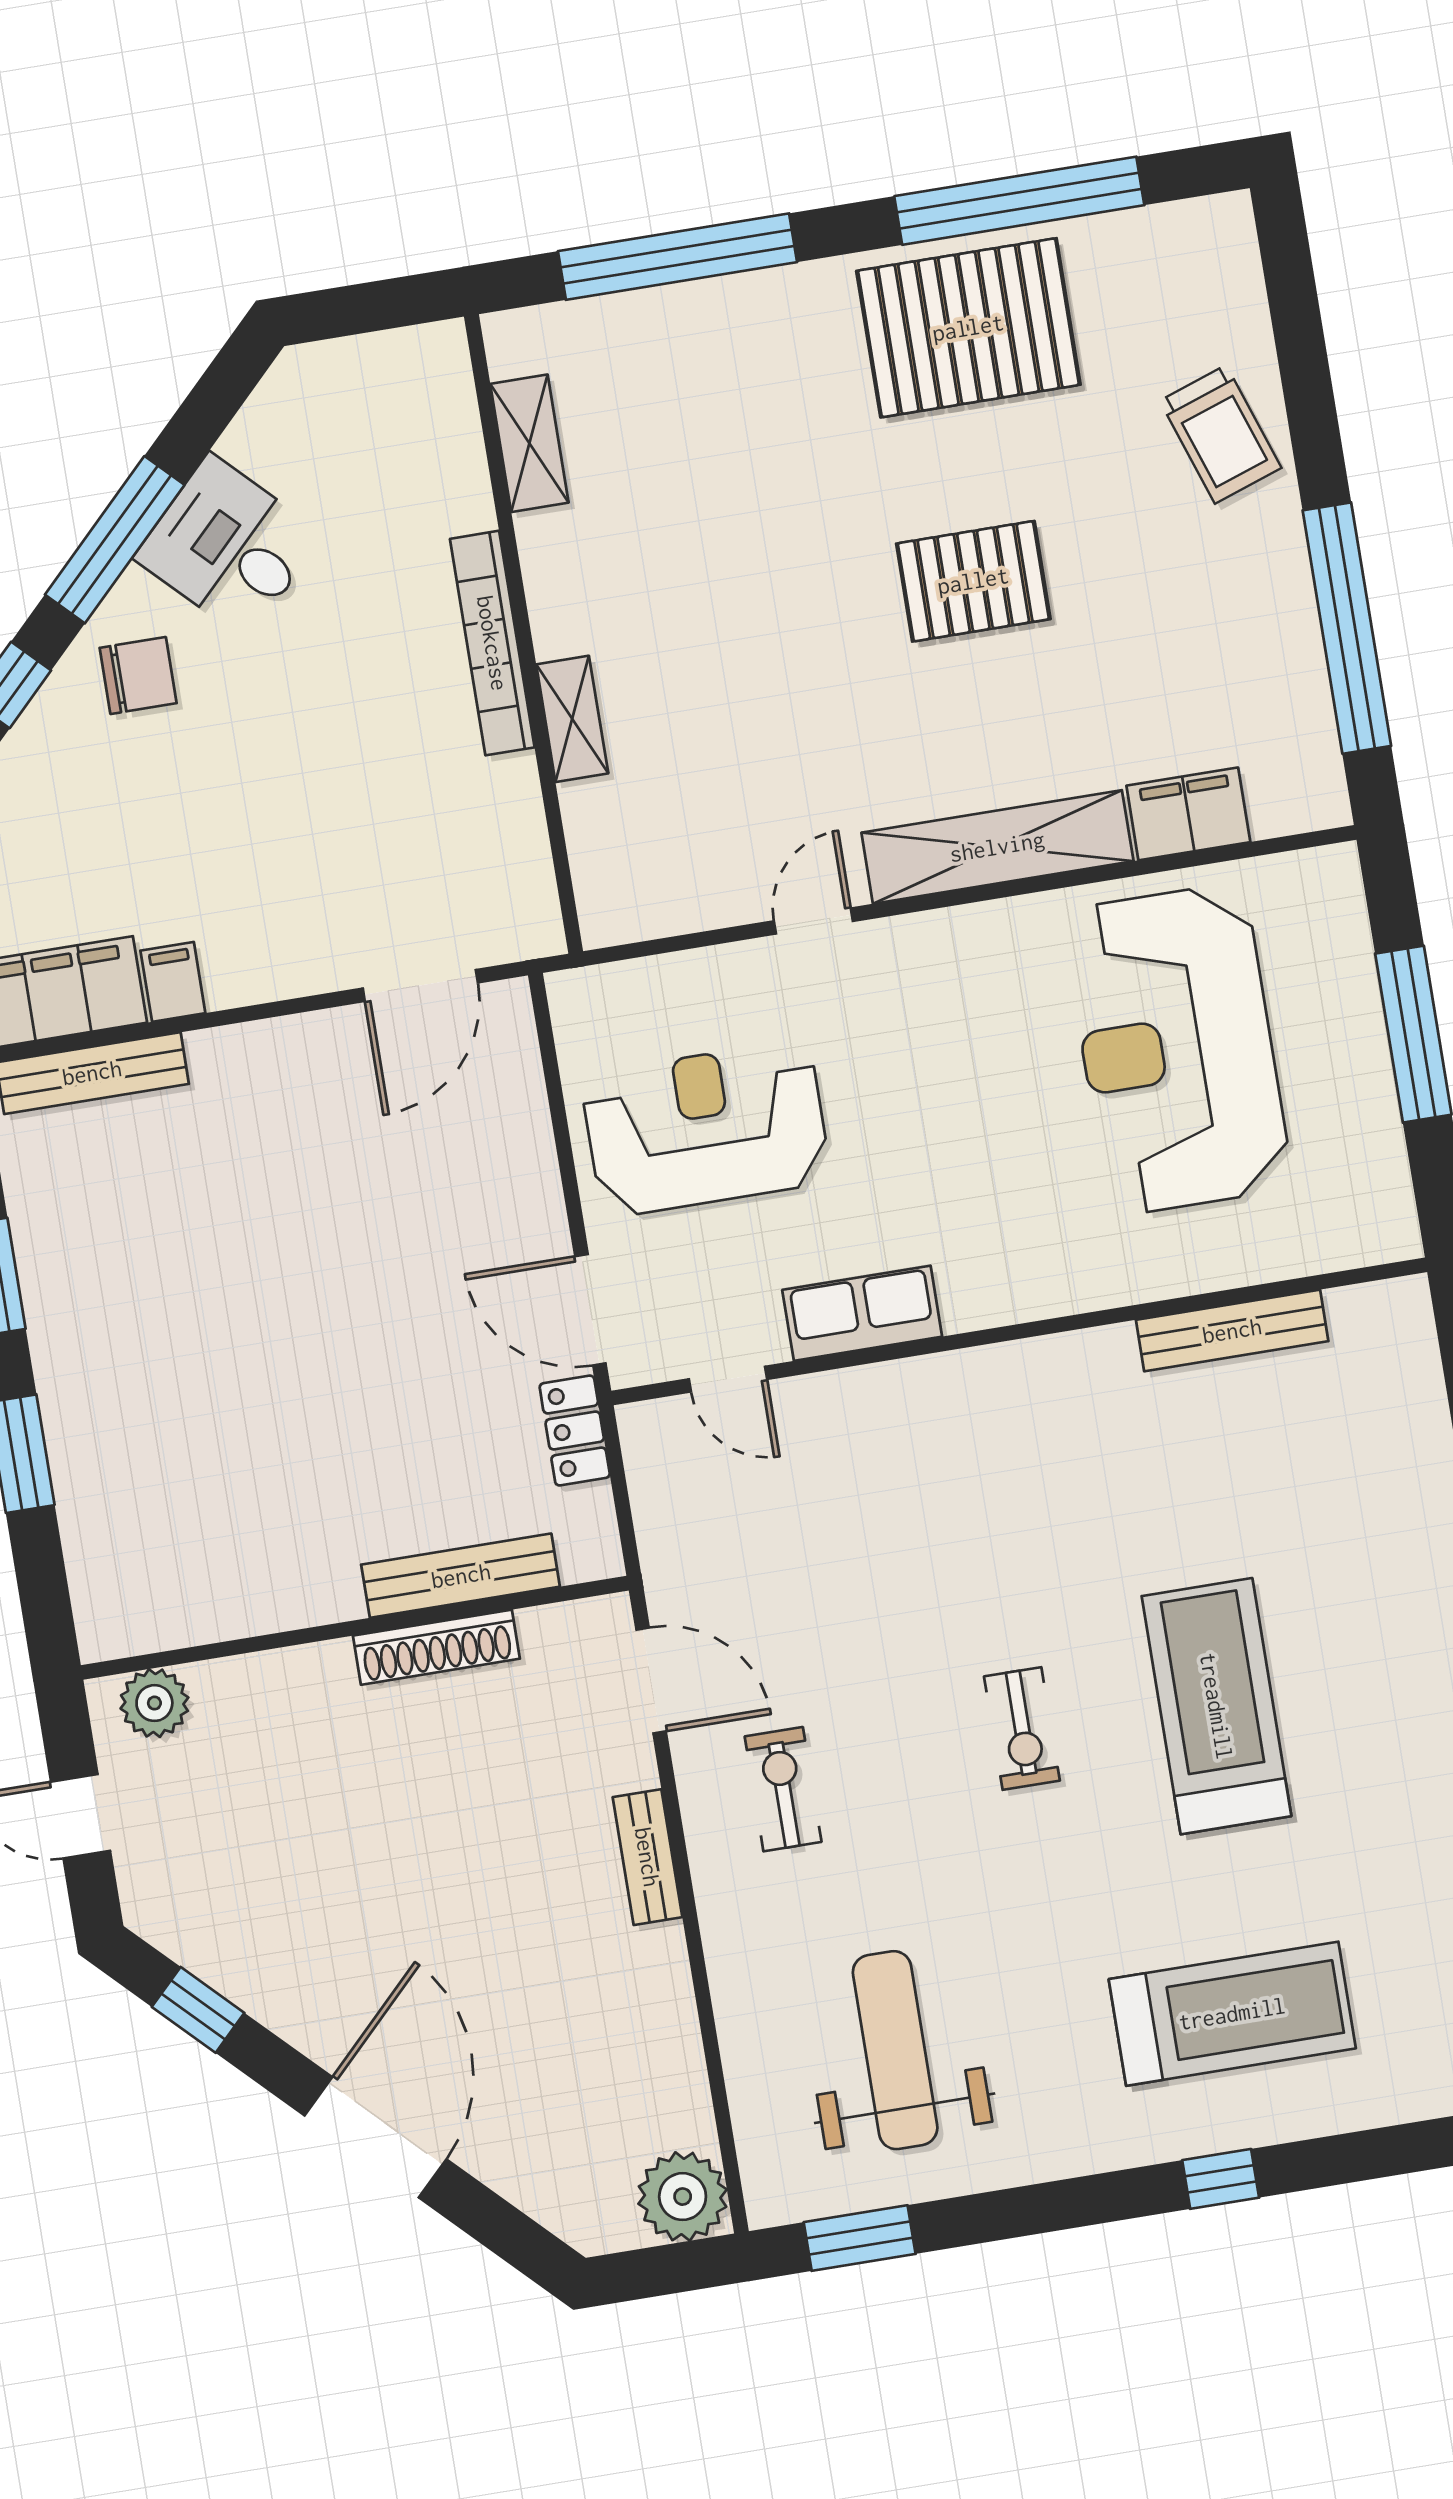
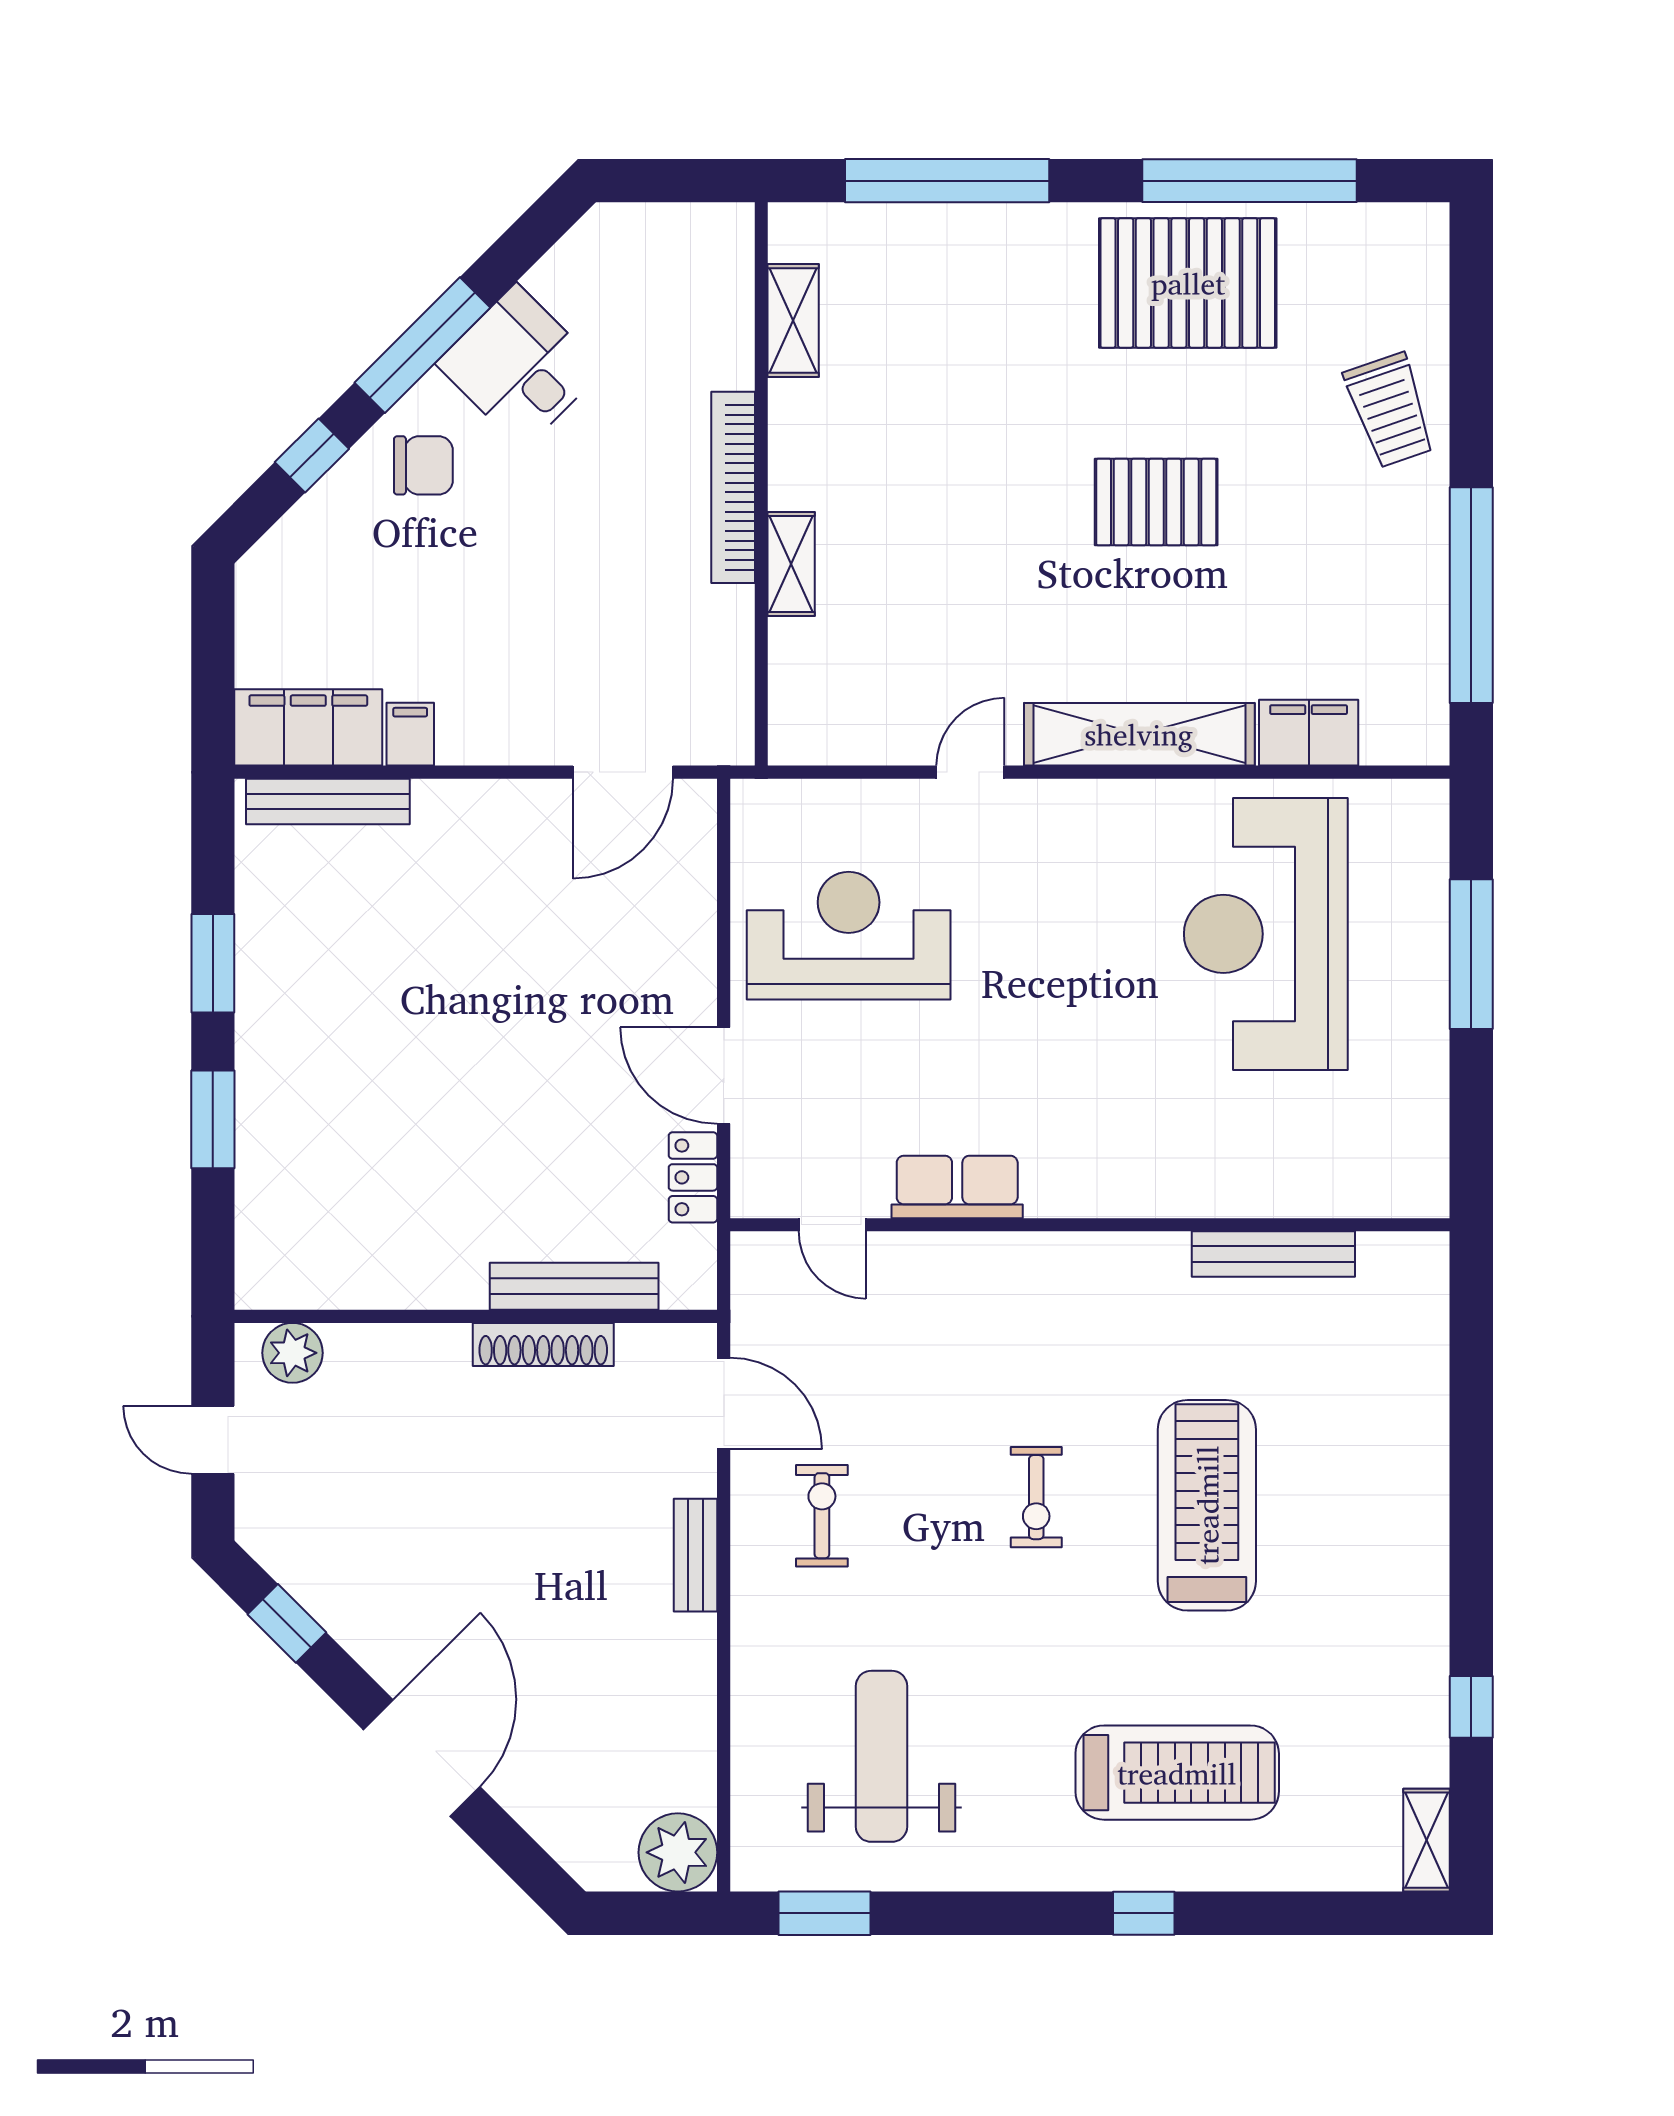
row of seats: (862, 1313) -> (957, 1187), moved
wall: (1019, 1331) -> (1090, 1225), moved
bench: (1232, 1331) -> (1273, 1254), moved
door: (728, 1379) -> (832, 1225), moved

